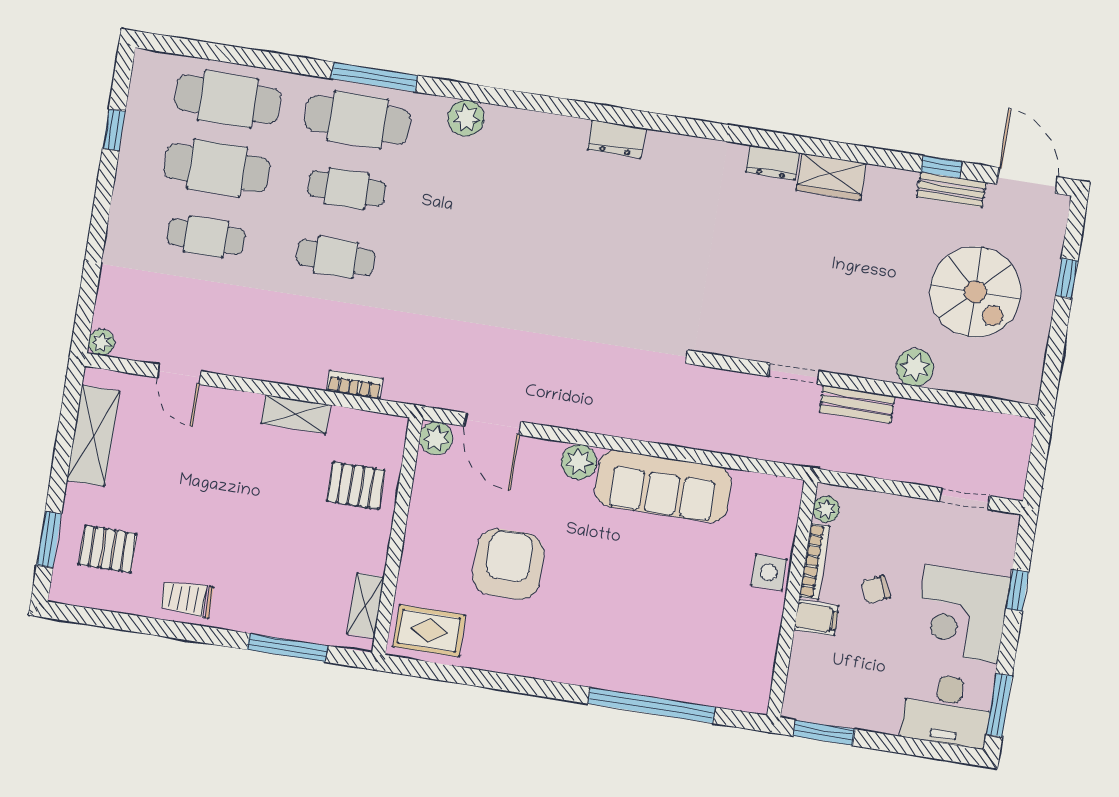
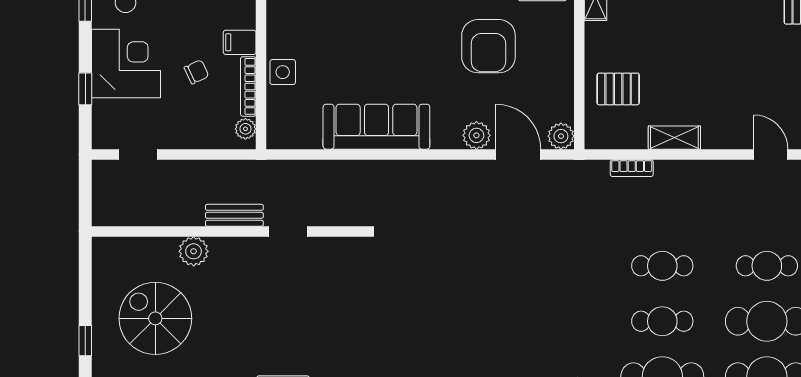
plant: (579, 462) -> (476, 135), moved

